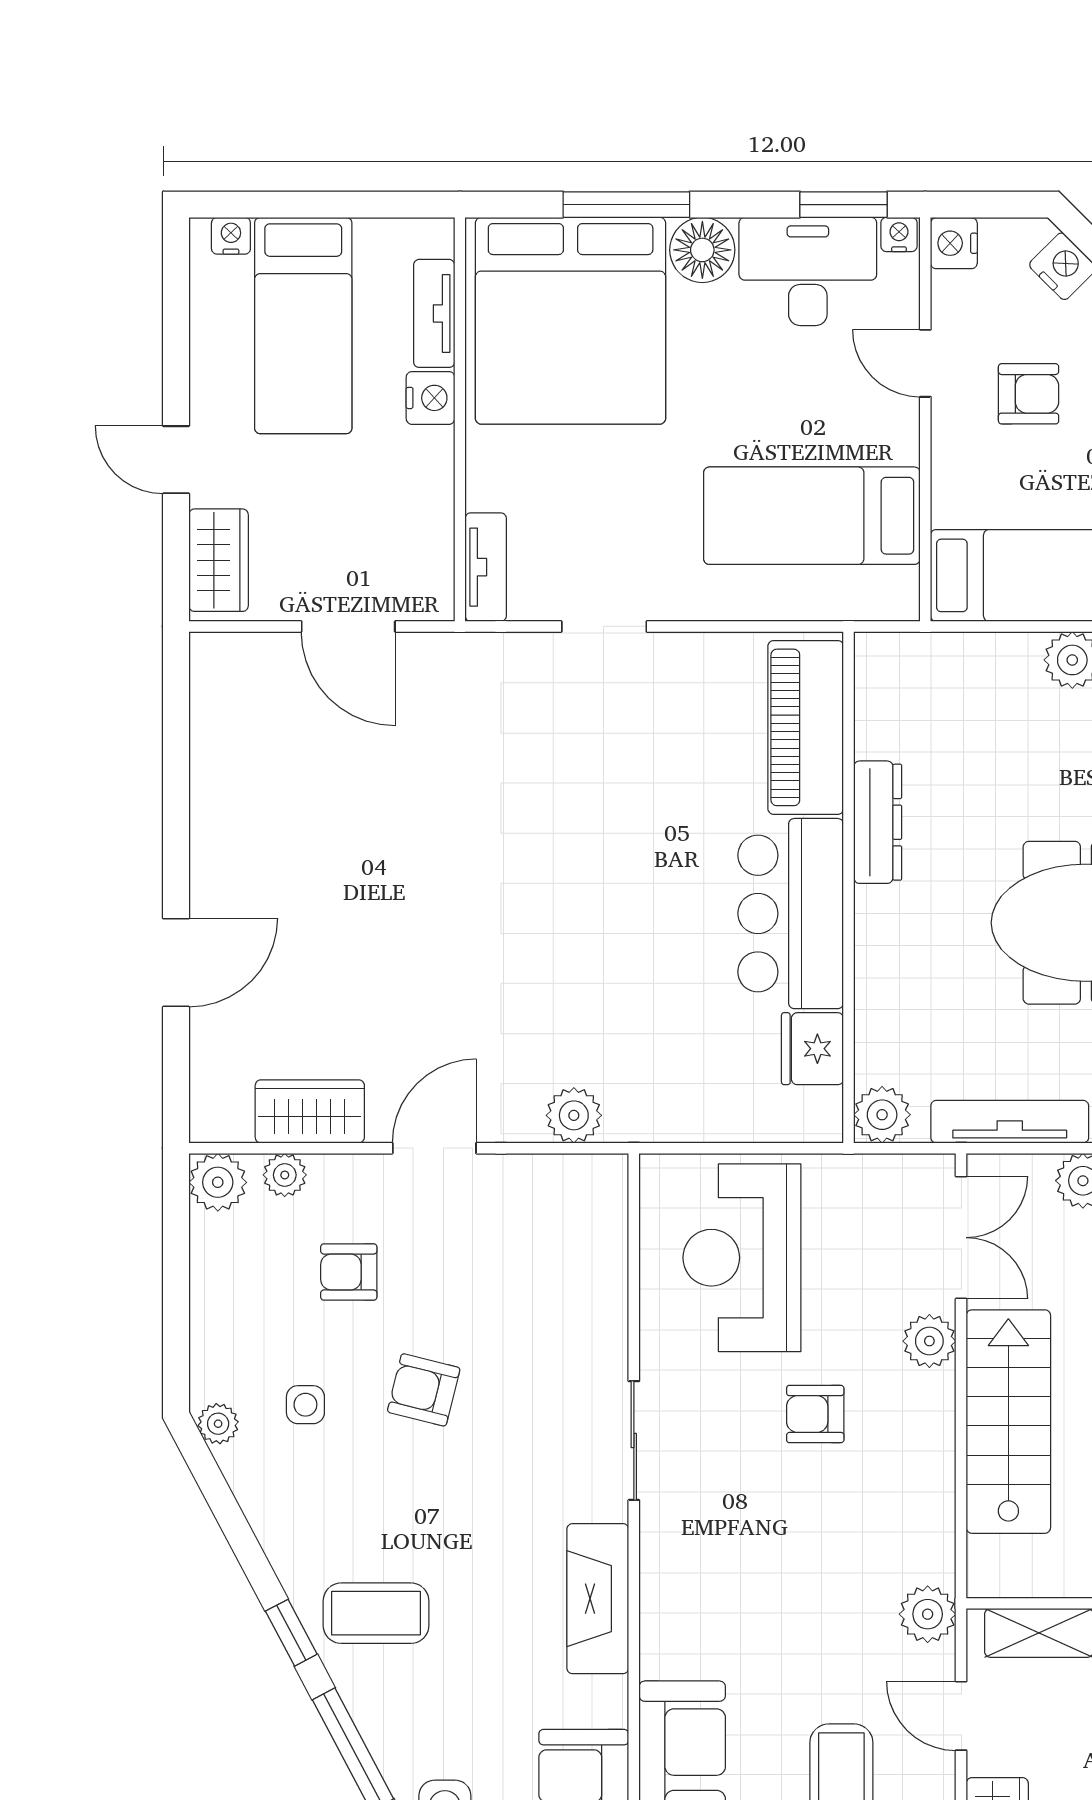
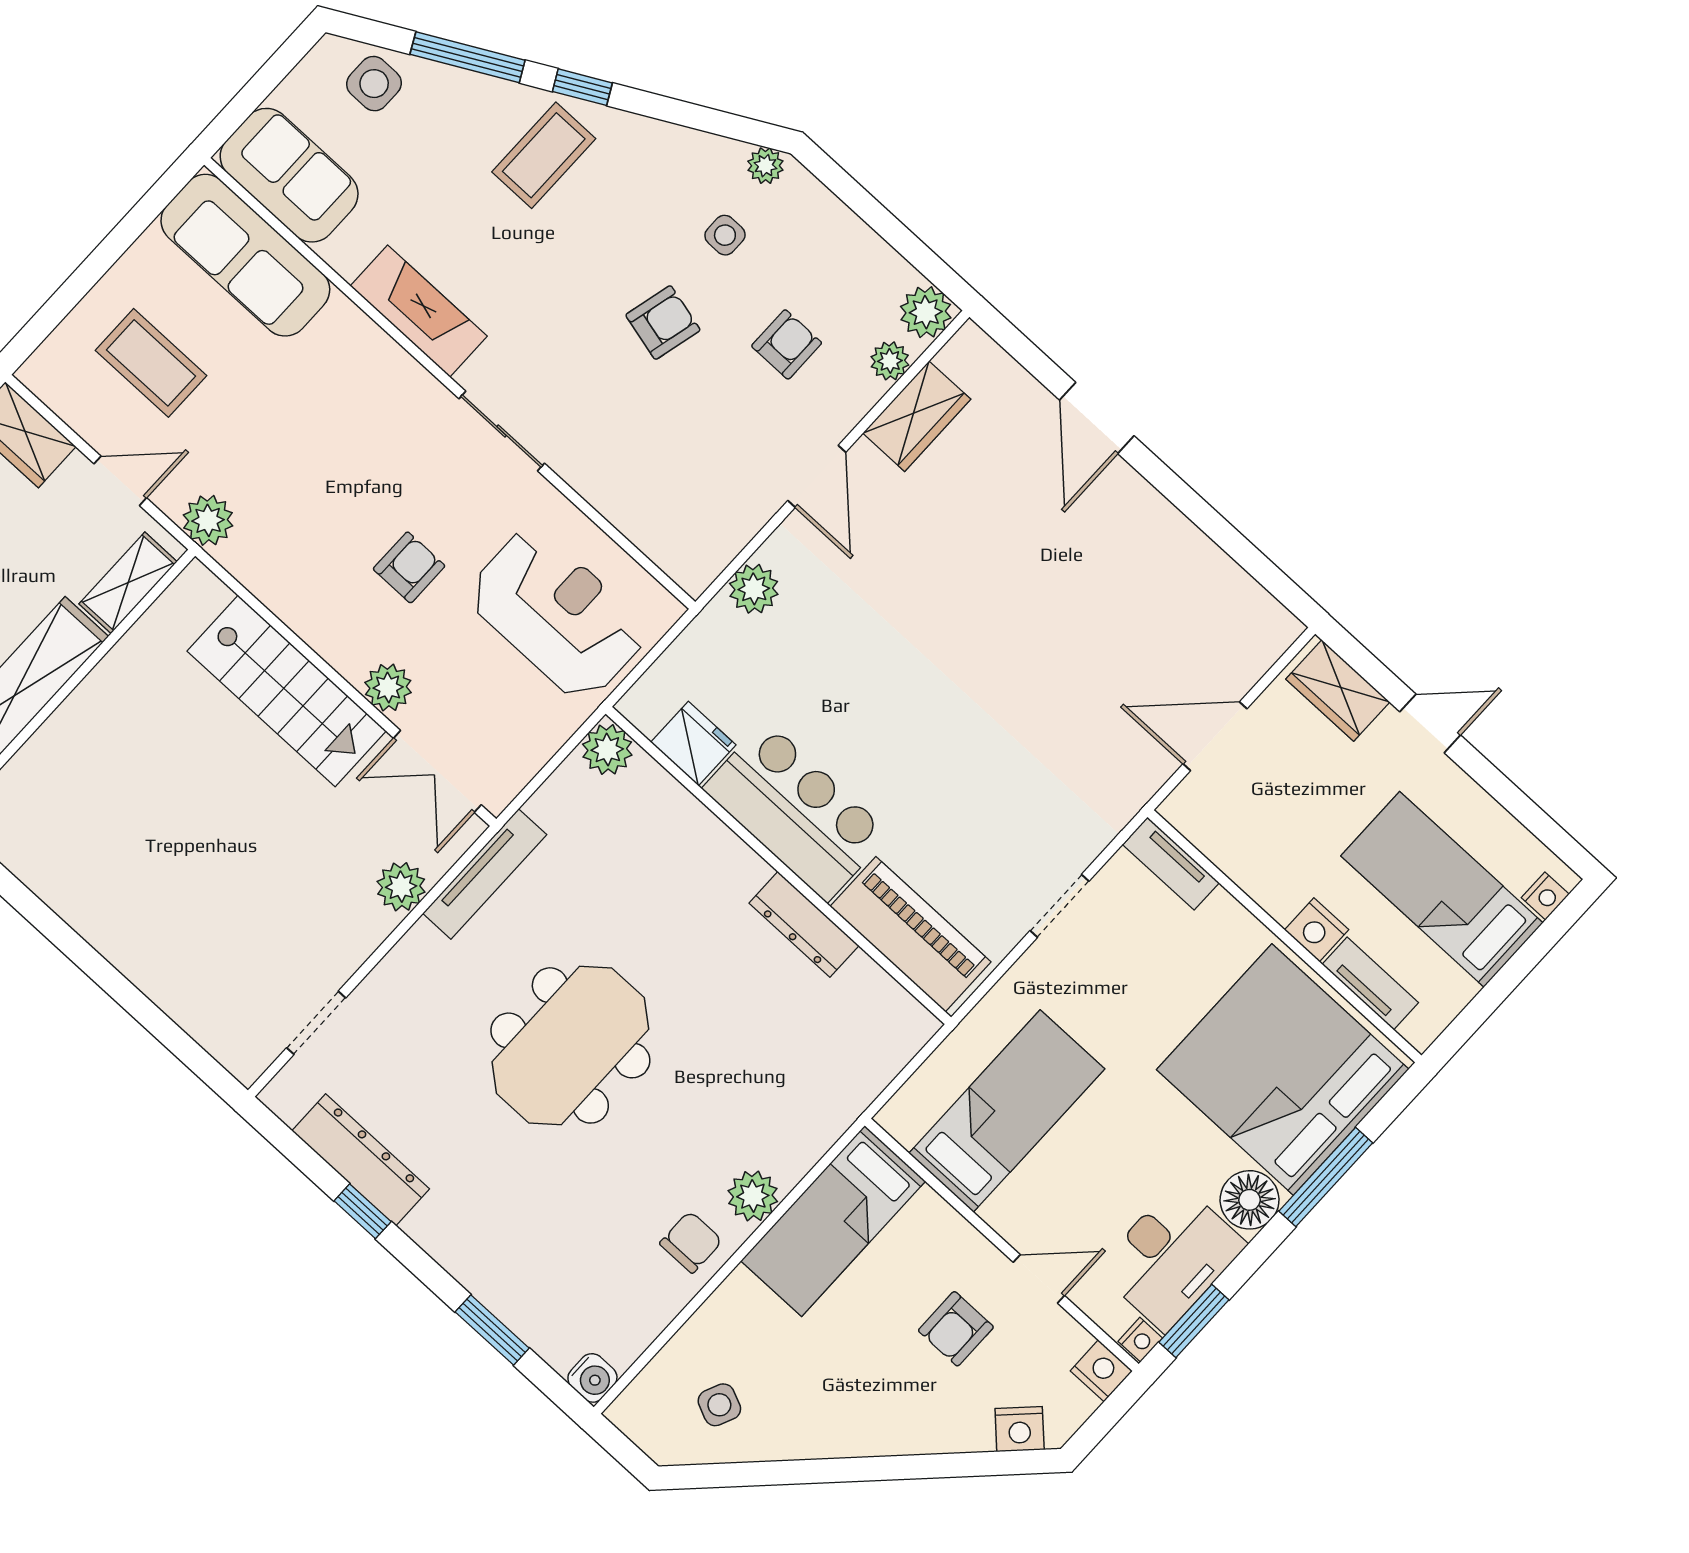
piano: (806, 727) -> (910, 934), moved
dresser: (878, 822) -> (804, 924), moved
wall: (849, 887) -> (778, 865), moved
bar counter: (791, 914) -> (796, 811), moved
fridge: (812, 1049) -> (693, 744), moved
plant: (882, 1115) -> (607, 750), moved

